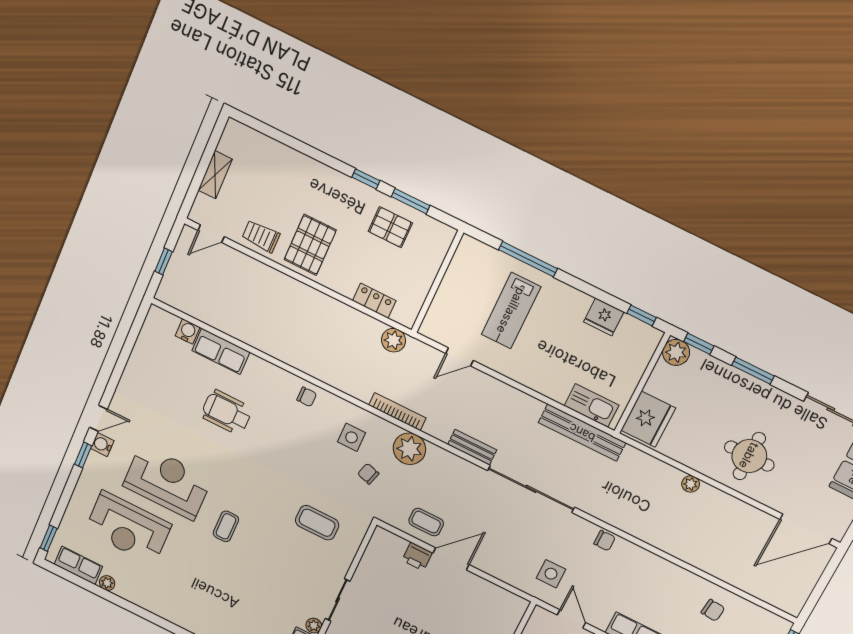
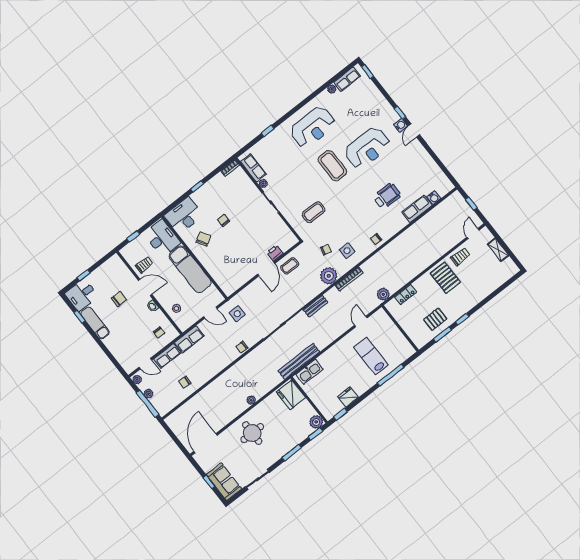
coffee table: (226, 526) -> (332, 166), width x1.86, depth x1.72
reception desk: (128, 528) -> (313, 127), moved, turned 180

